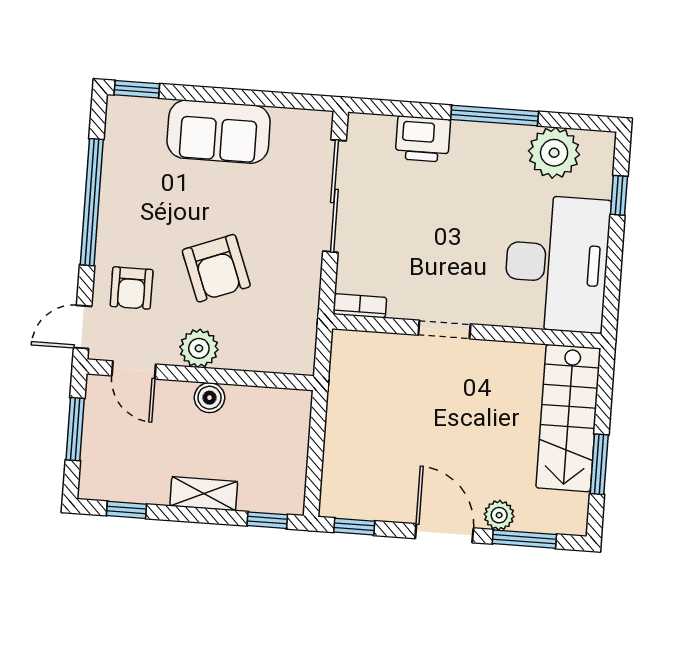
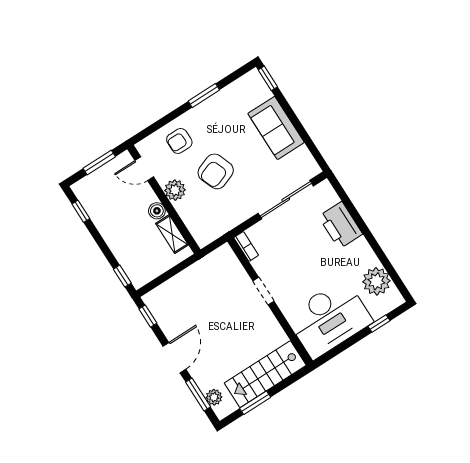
window: (495, 116) -> (373, 243), removed
printer: (423, 139) -> (340, 225), width x1.37, depth x1.19
window: (92, 202) -> (204, 96), width x0.47
door: (83, 327) -> (146, 132), removed
door: (134, 370) -> (144, 169), hinge flipped
shelving: (204, 494) -> (172, 234), moved
plant: (499, 515) -> (214, 397), moved

